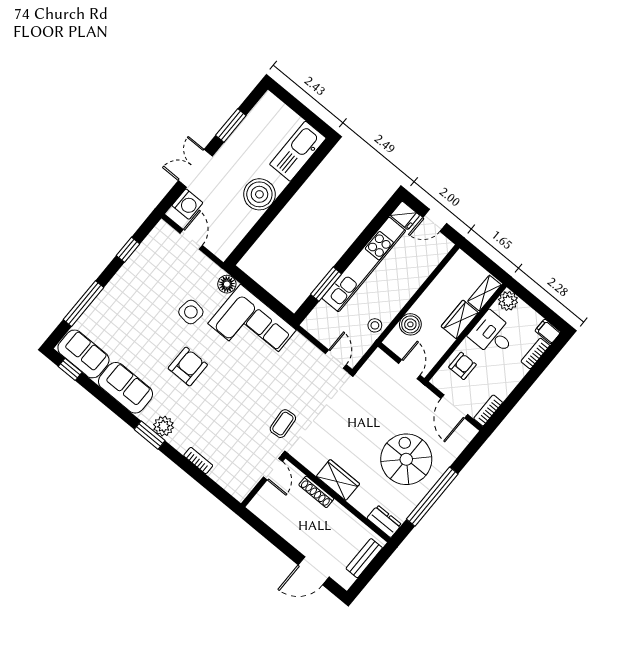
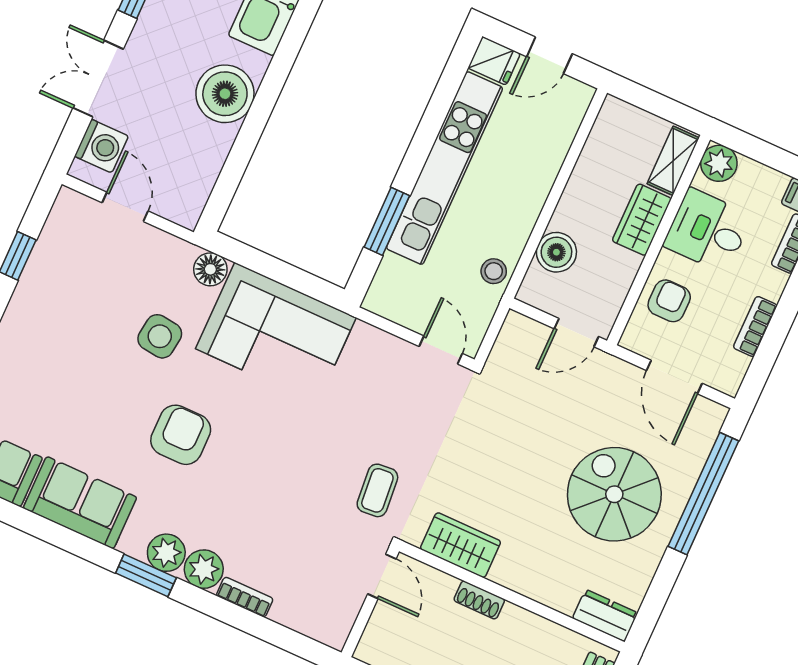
door: (409, 369) -> (576, 333), swing flipped
bookcase: (488, 410) -> (755, 326), moved
plant: (181, 440) -> (204, 569), added
wardrobe: (338, 480) -> (461, 545), moved
shoe rack: (316, 492) -> (479, 600), width x0.70
window: (432, 497) -> (703, 494), moved

